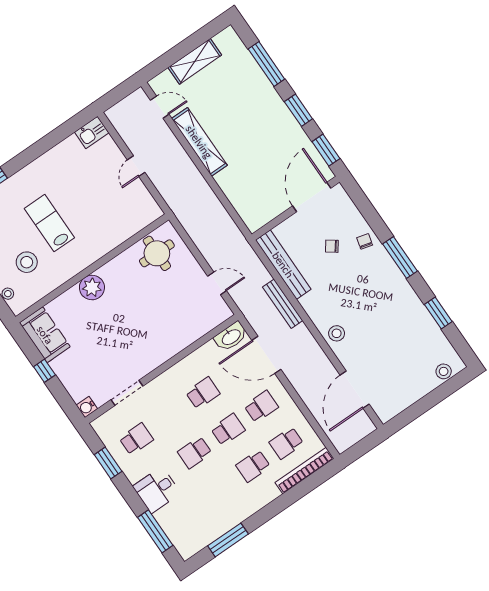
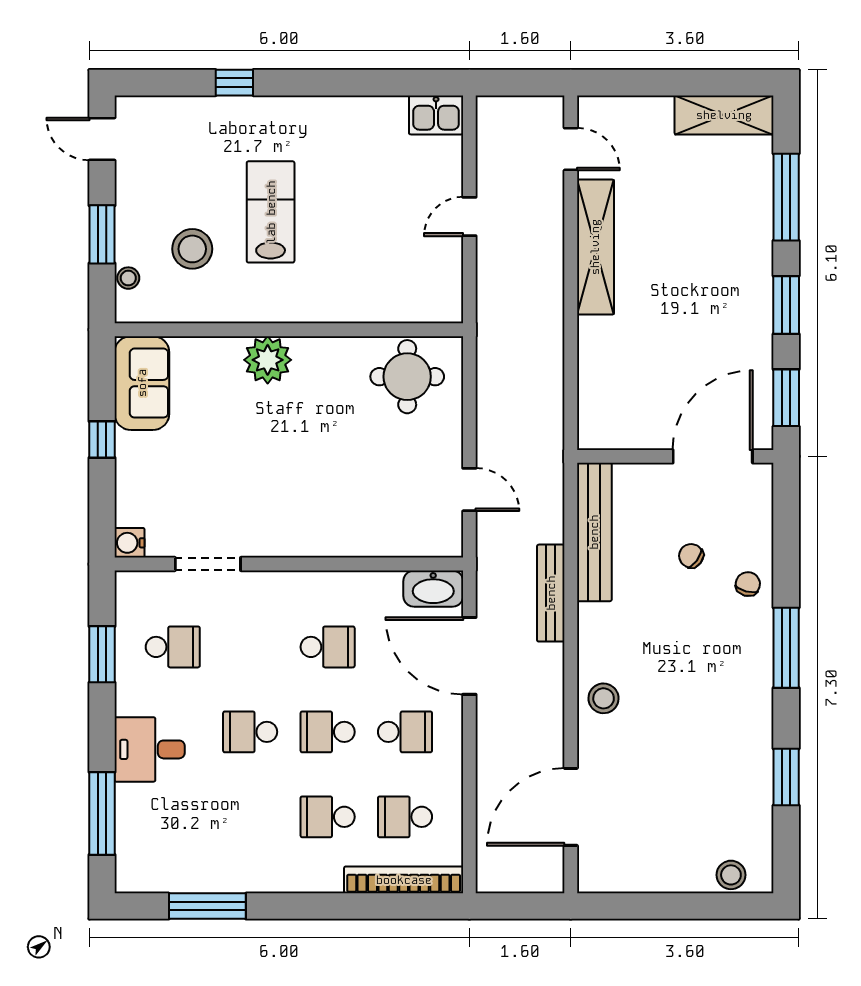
shelving: (195, 61) -> (724, 115), moved
school desk: (228, 430) -> (328, 732), turned 180

